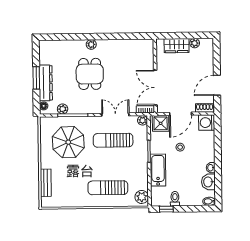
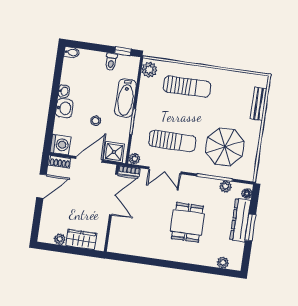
plant: (91, 44) -> (223, 263), moved
washbasin: (208, 182) -> (64, 108), moved

